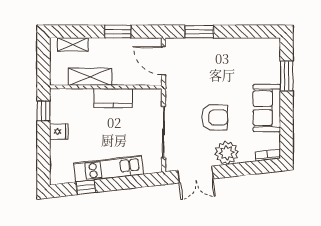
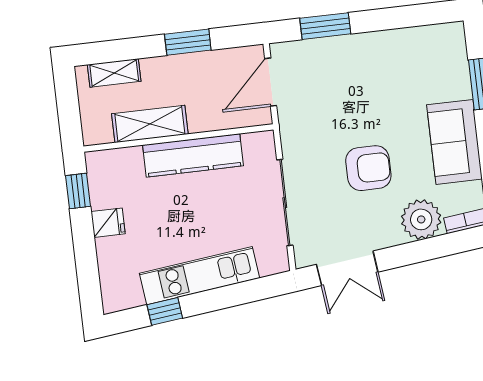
door: (163, 61) -> (271, 82), hinge flipped
kitchen counter: (113, 98) -> (193, 155), width x1.50
plant: (227, 153) -> (421, 219), moved

